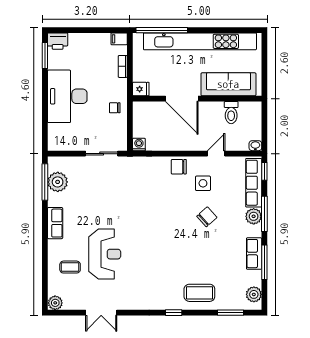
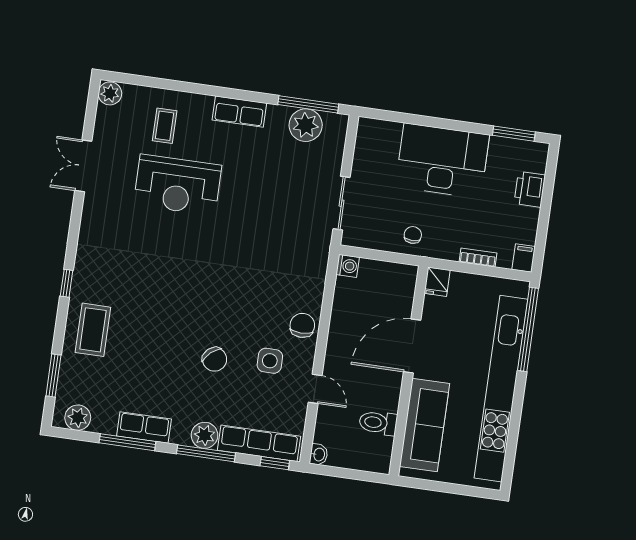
printer: (58, 41) -> (530, 189), moved

